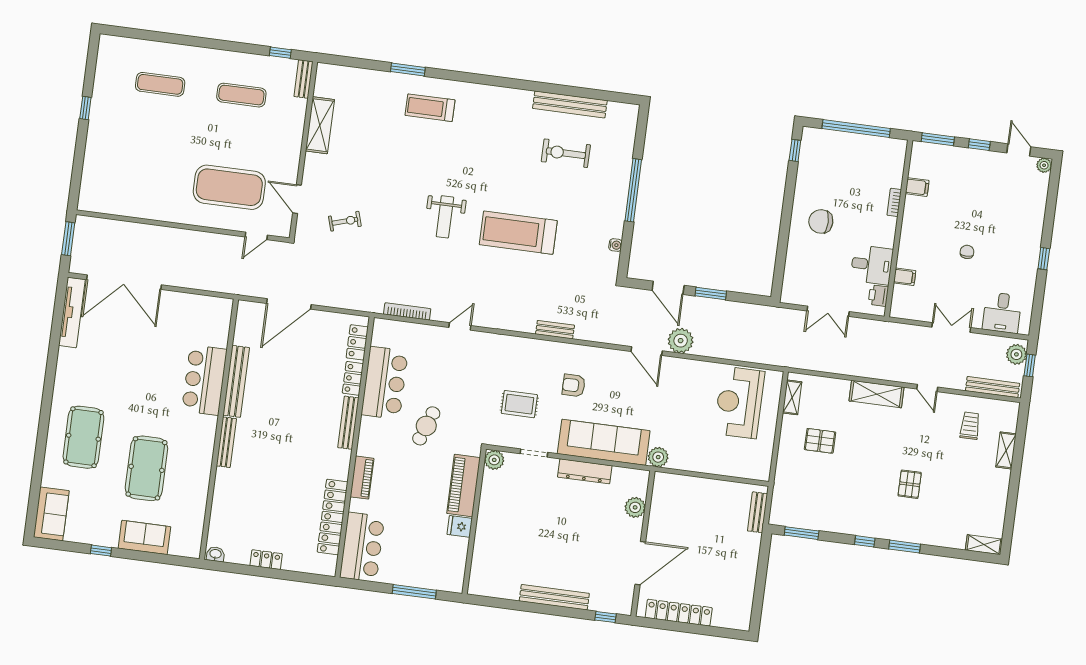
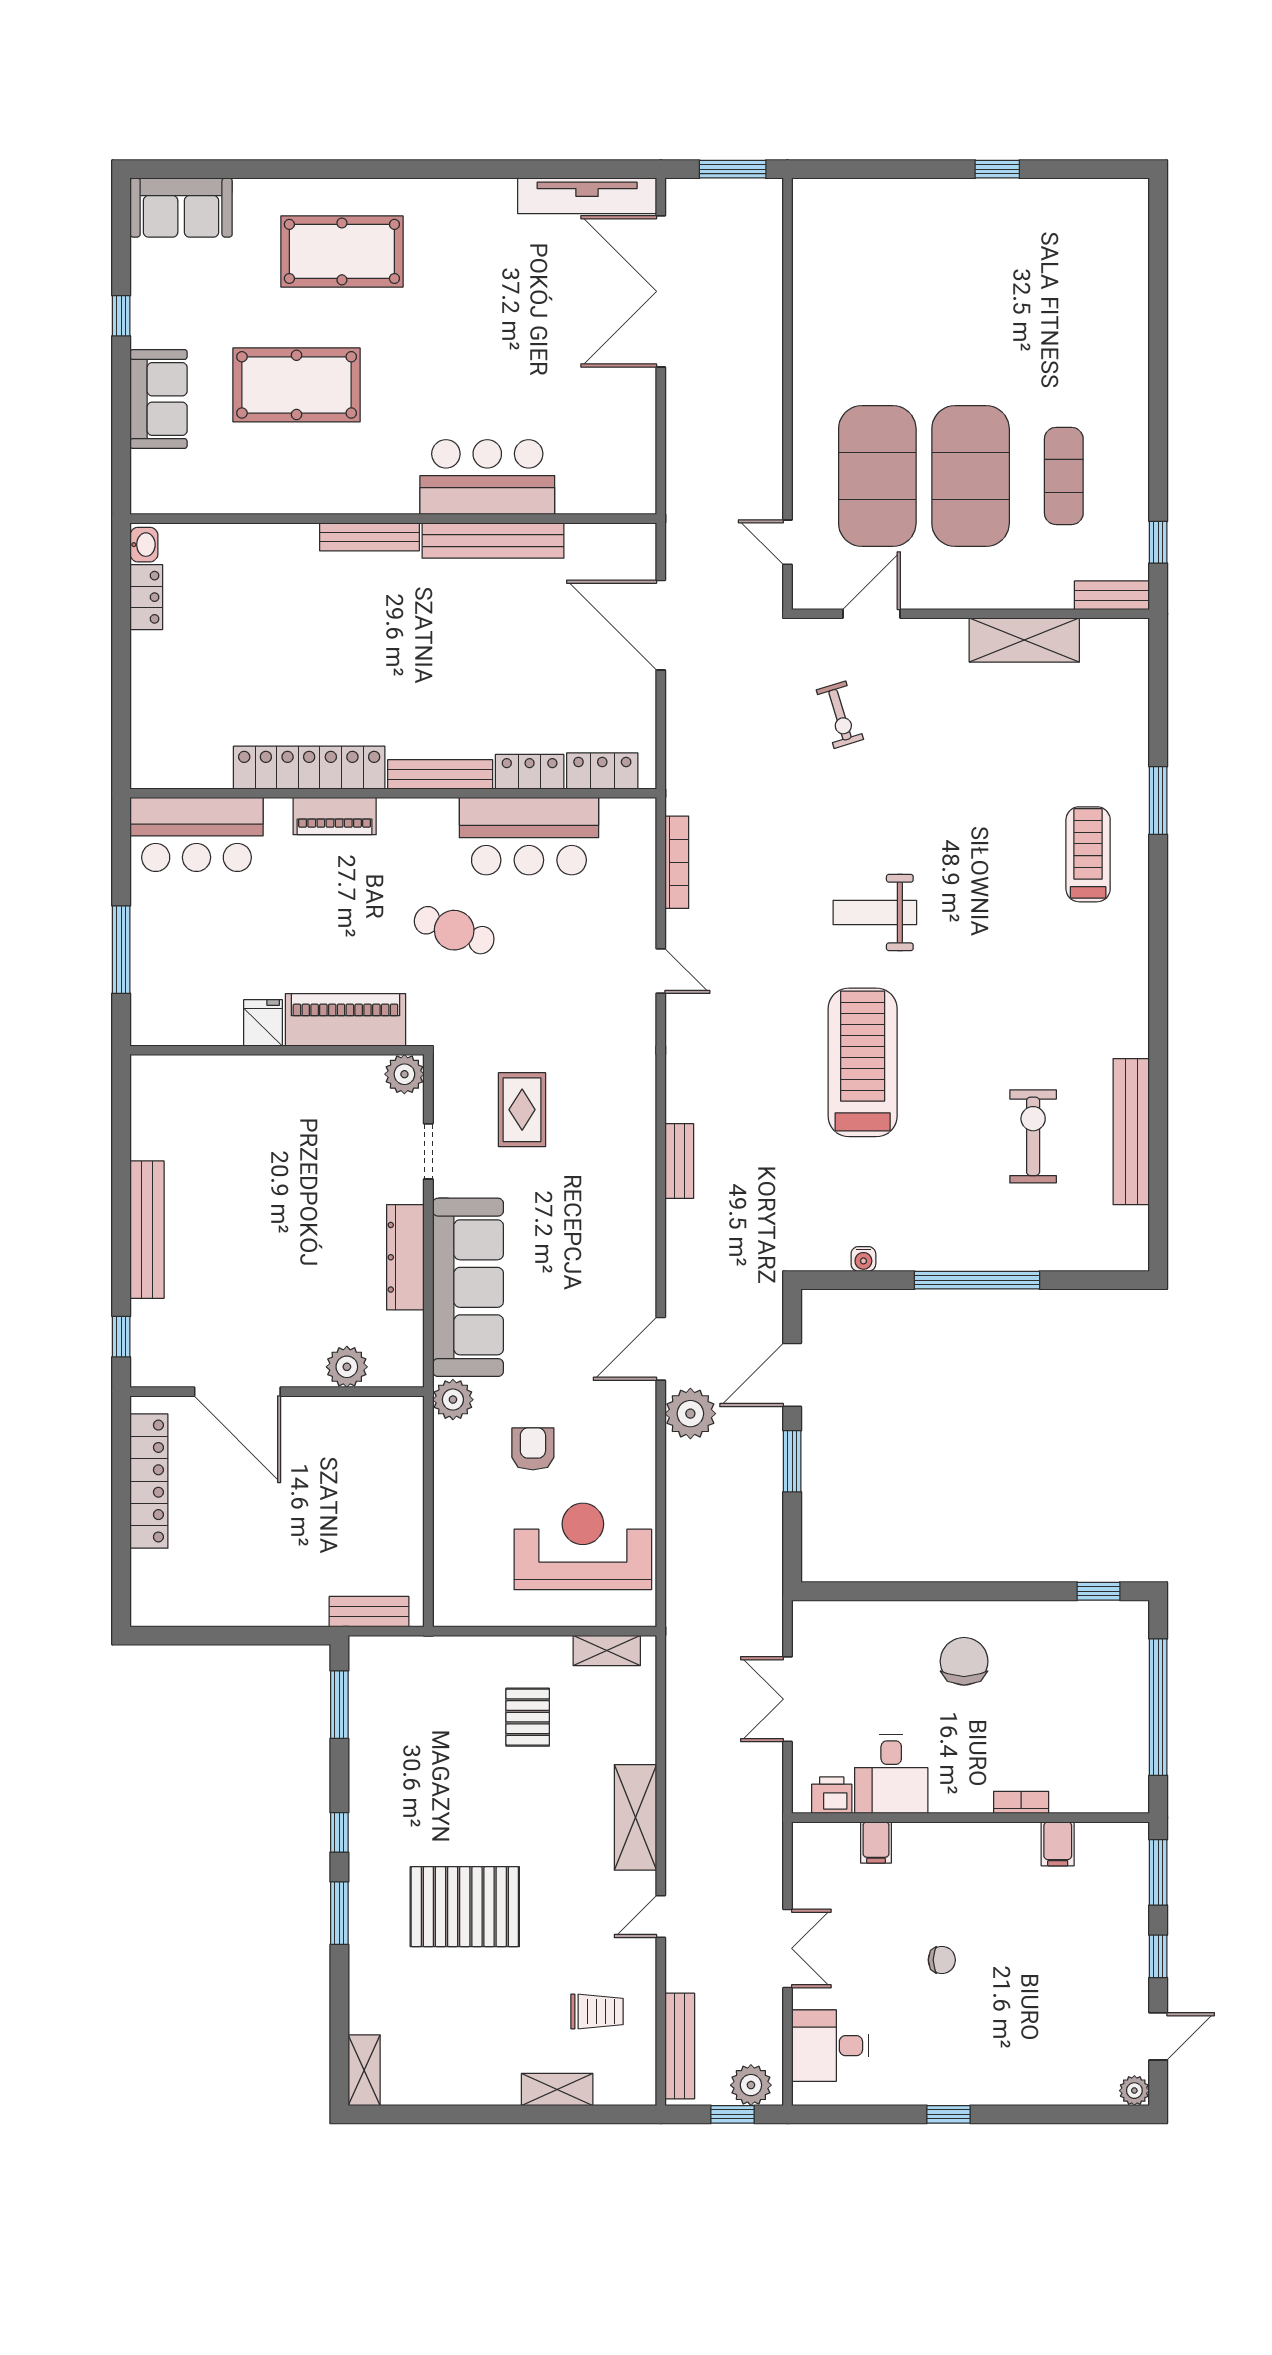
exercise mat: (160, 84) -> (971, 476), moved, width x2.00, depth x1.45
armchair: (574, 385) -> (533, 1449), moved
pallet: (910, 484) -> (465, 1907), width x2.05, depth x2.00
locker: (333, 517) -> (309, 768), moved
locker: (266, 560) -> (146, 597), moved

